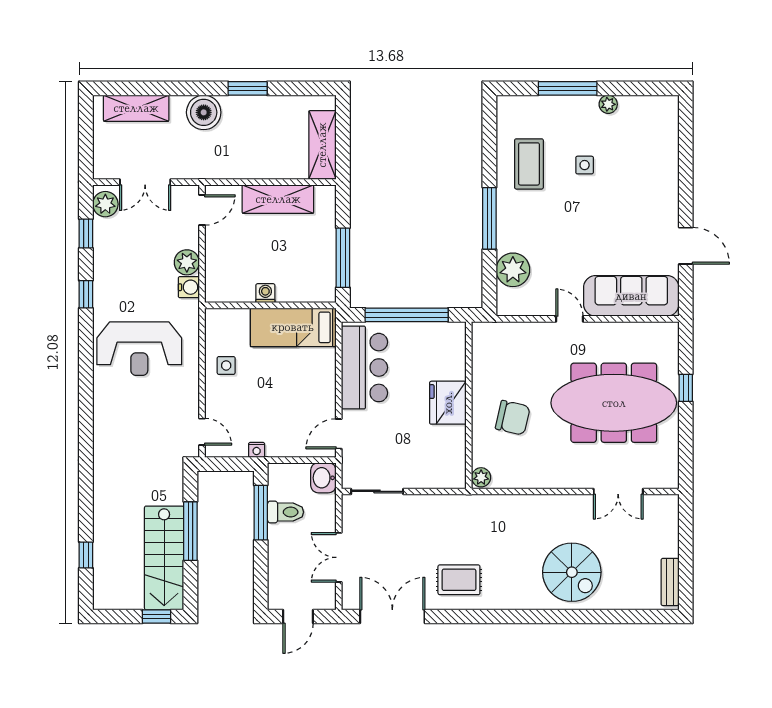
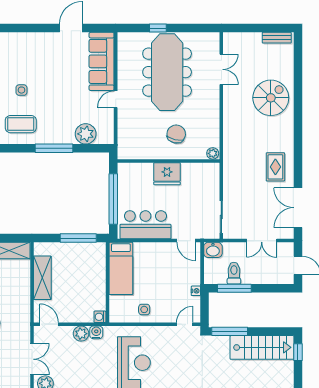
washing machine: (265, 293) -> (100, 317), moved
window: (190, 531) -> (230, 331), moved

